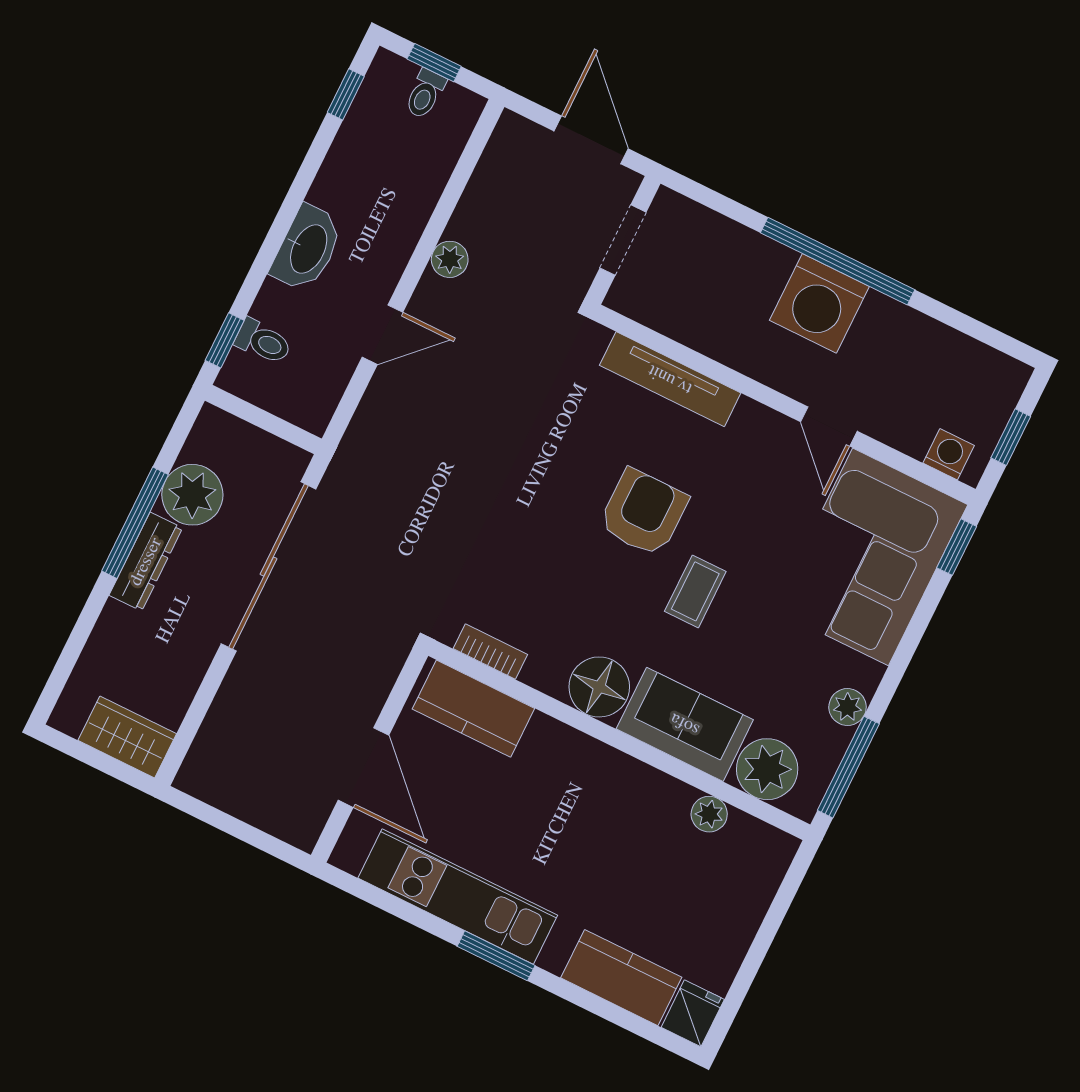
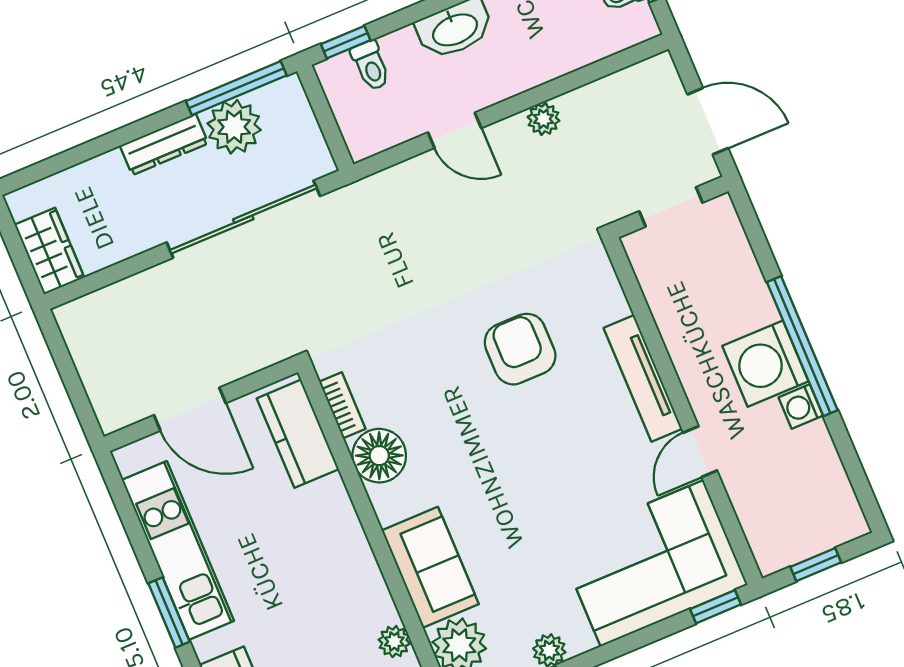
door: (591, 140) -> (708, 121), hinge flipped
tv unit: (670, 379) -> (643, 378), moved
washing machine: (949, 454) -> (801, 407), moved, turned 180
armchair: (643, 512) -> (520, 349), moved, turned -90
window: (135, 523) -> (236, 88), moved
coffee table: (695, 591) -> (515, 484), removed
floor lamp: (599, 687) -> (379, 456), moved
door: (363, 768) -> (190, 409), hinge flipped

